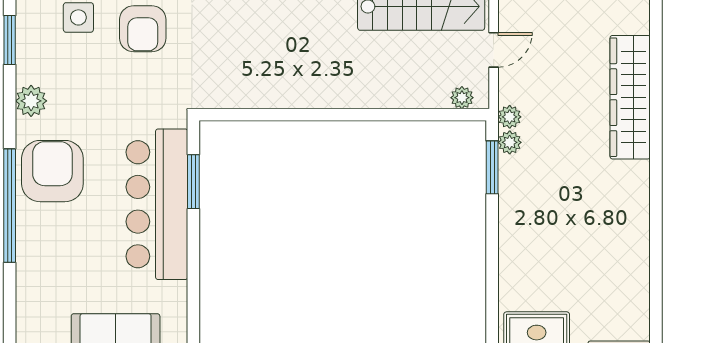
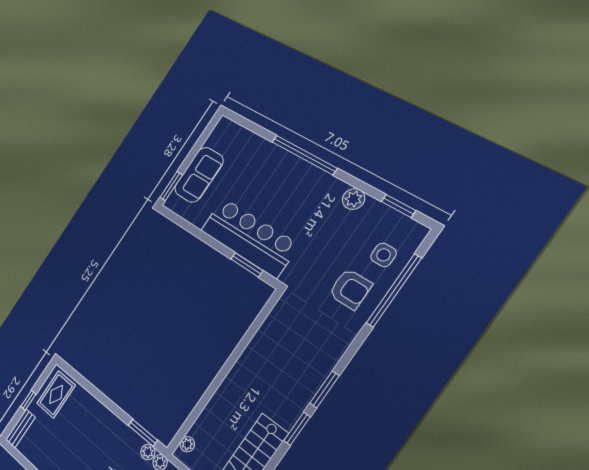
armchair: (143, 29) -> (350, 289), turned 180
armchair: (52, 171) -> (306, 189), removed

